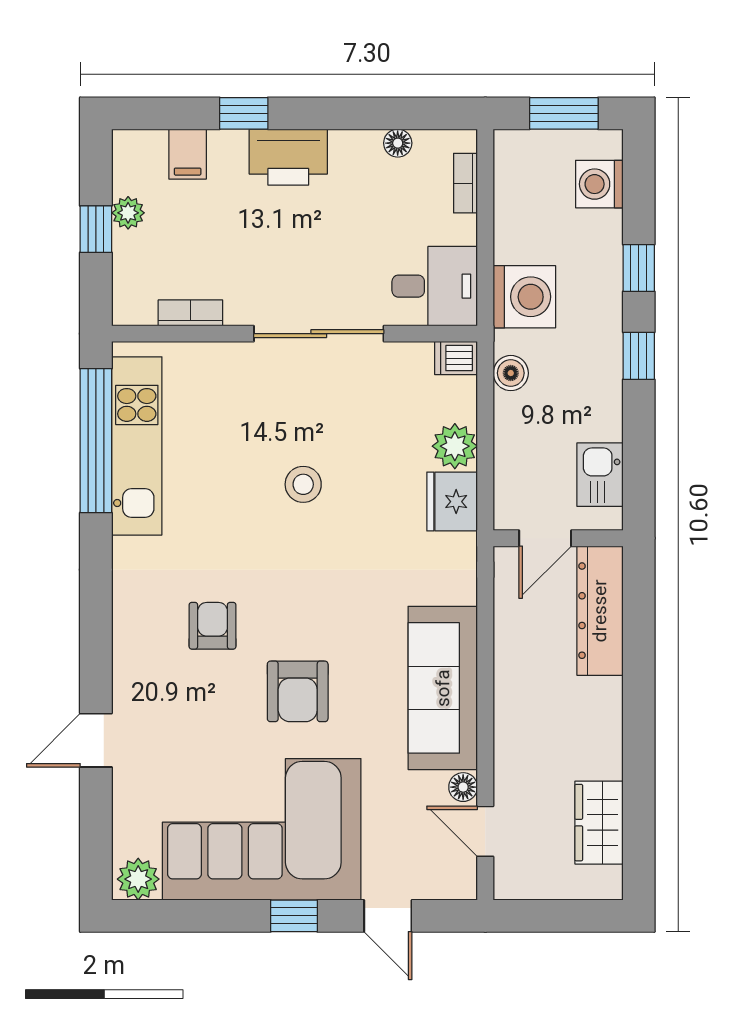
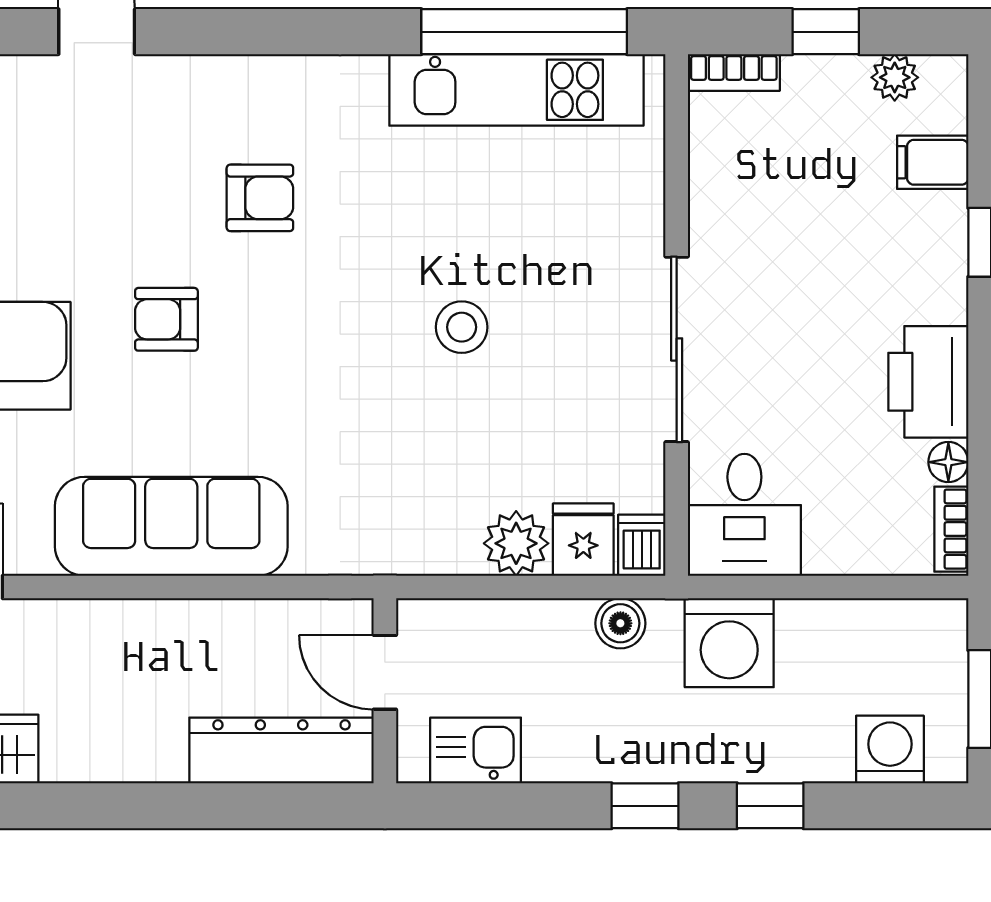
printer: (288, 157) -> (928, 382), moved
bookcase: (466, 183) -> (951, 529), moved, turned -90
plant: (128, 213) -> (895, 77), moved
bookcase: (190, 313) -> (734, 72), moved, turned 90
fridge: (452, 502) -> (583, 540), moved, width x0.72
armchair: (298, 691) -> (166, 319), width x0.72, depth x0.72
floor lamp: (463, 787) -> (30, 555), removed

